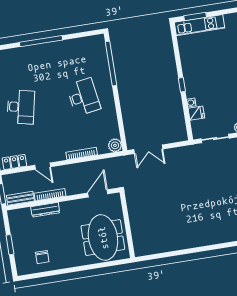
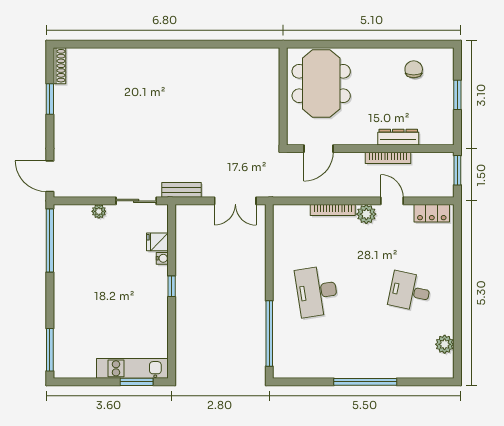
desk: (21, 107) -> (410, 291), width x0.73
plant: (115, 145) -> (366, 214), moved
double door: (148, 149) -> (235, 201), swing flipped
bench: (20, 198) -> (181, 190), moved

